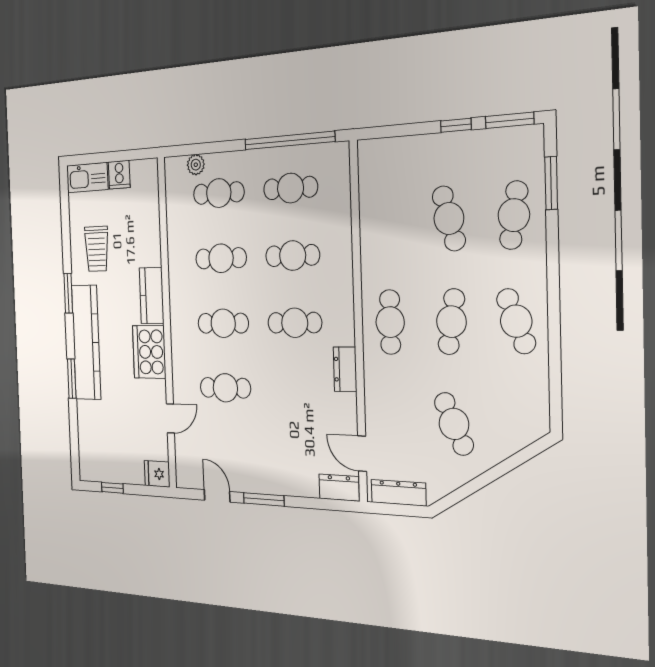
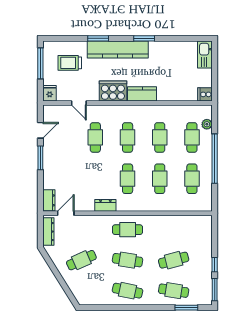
window: (289, 141) -> (215, 159), moved
cooker: (119, 175) -> (205, 94), moved
trolley: (97, 249) -> (70, 63), moved
cafe table: (516, 321) -> (128, 291), turned 33
window: (112, 488) -> (40, 63), width x2.17

